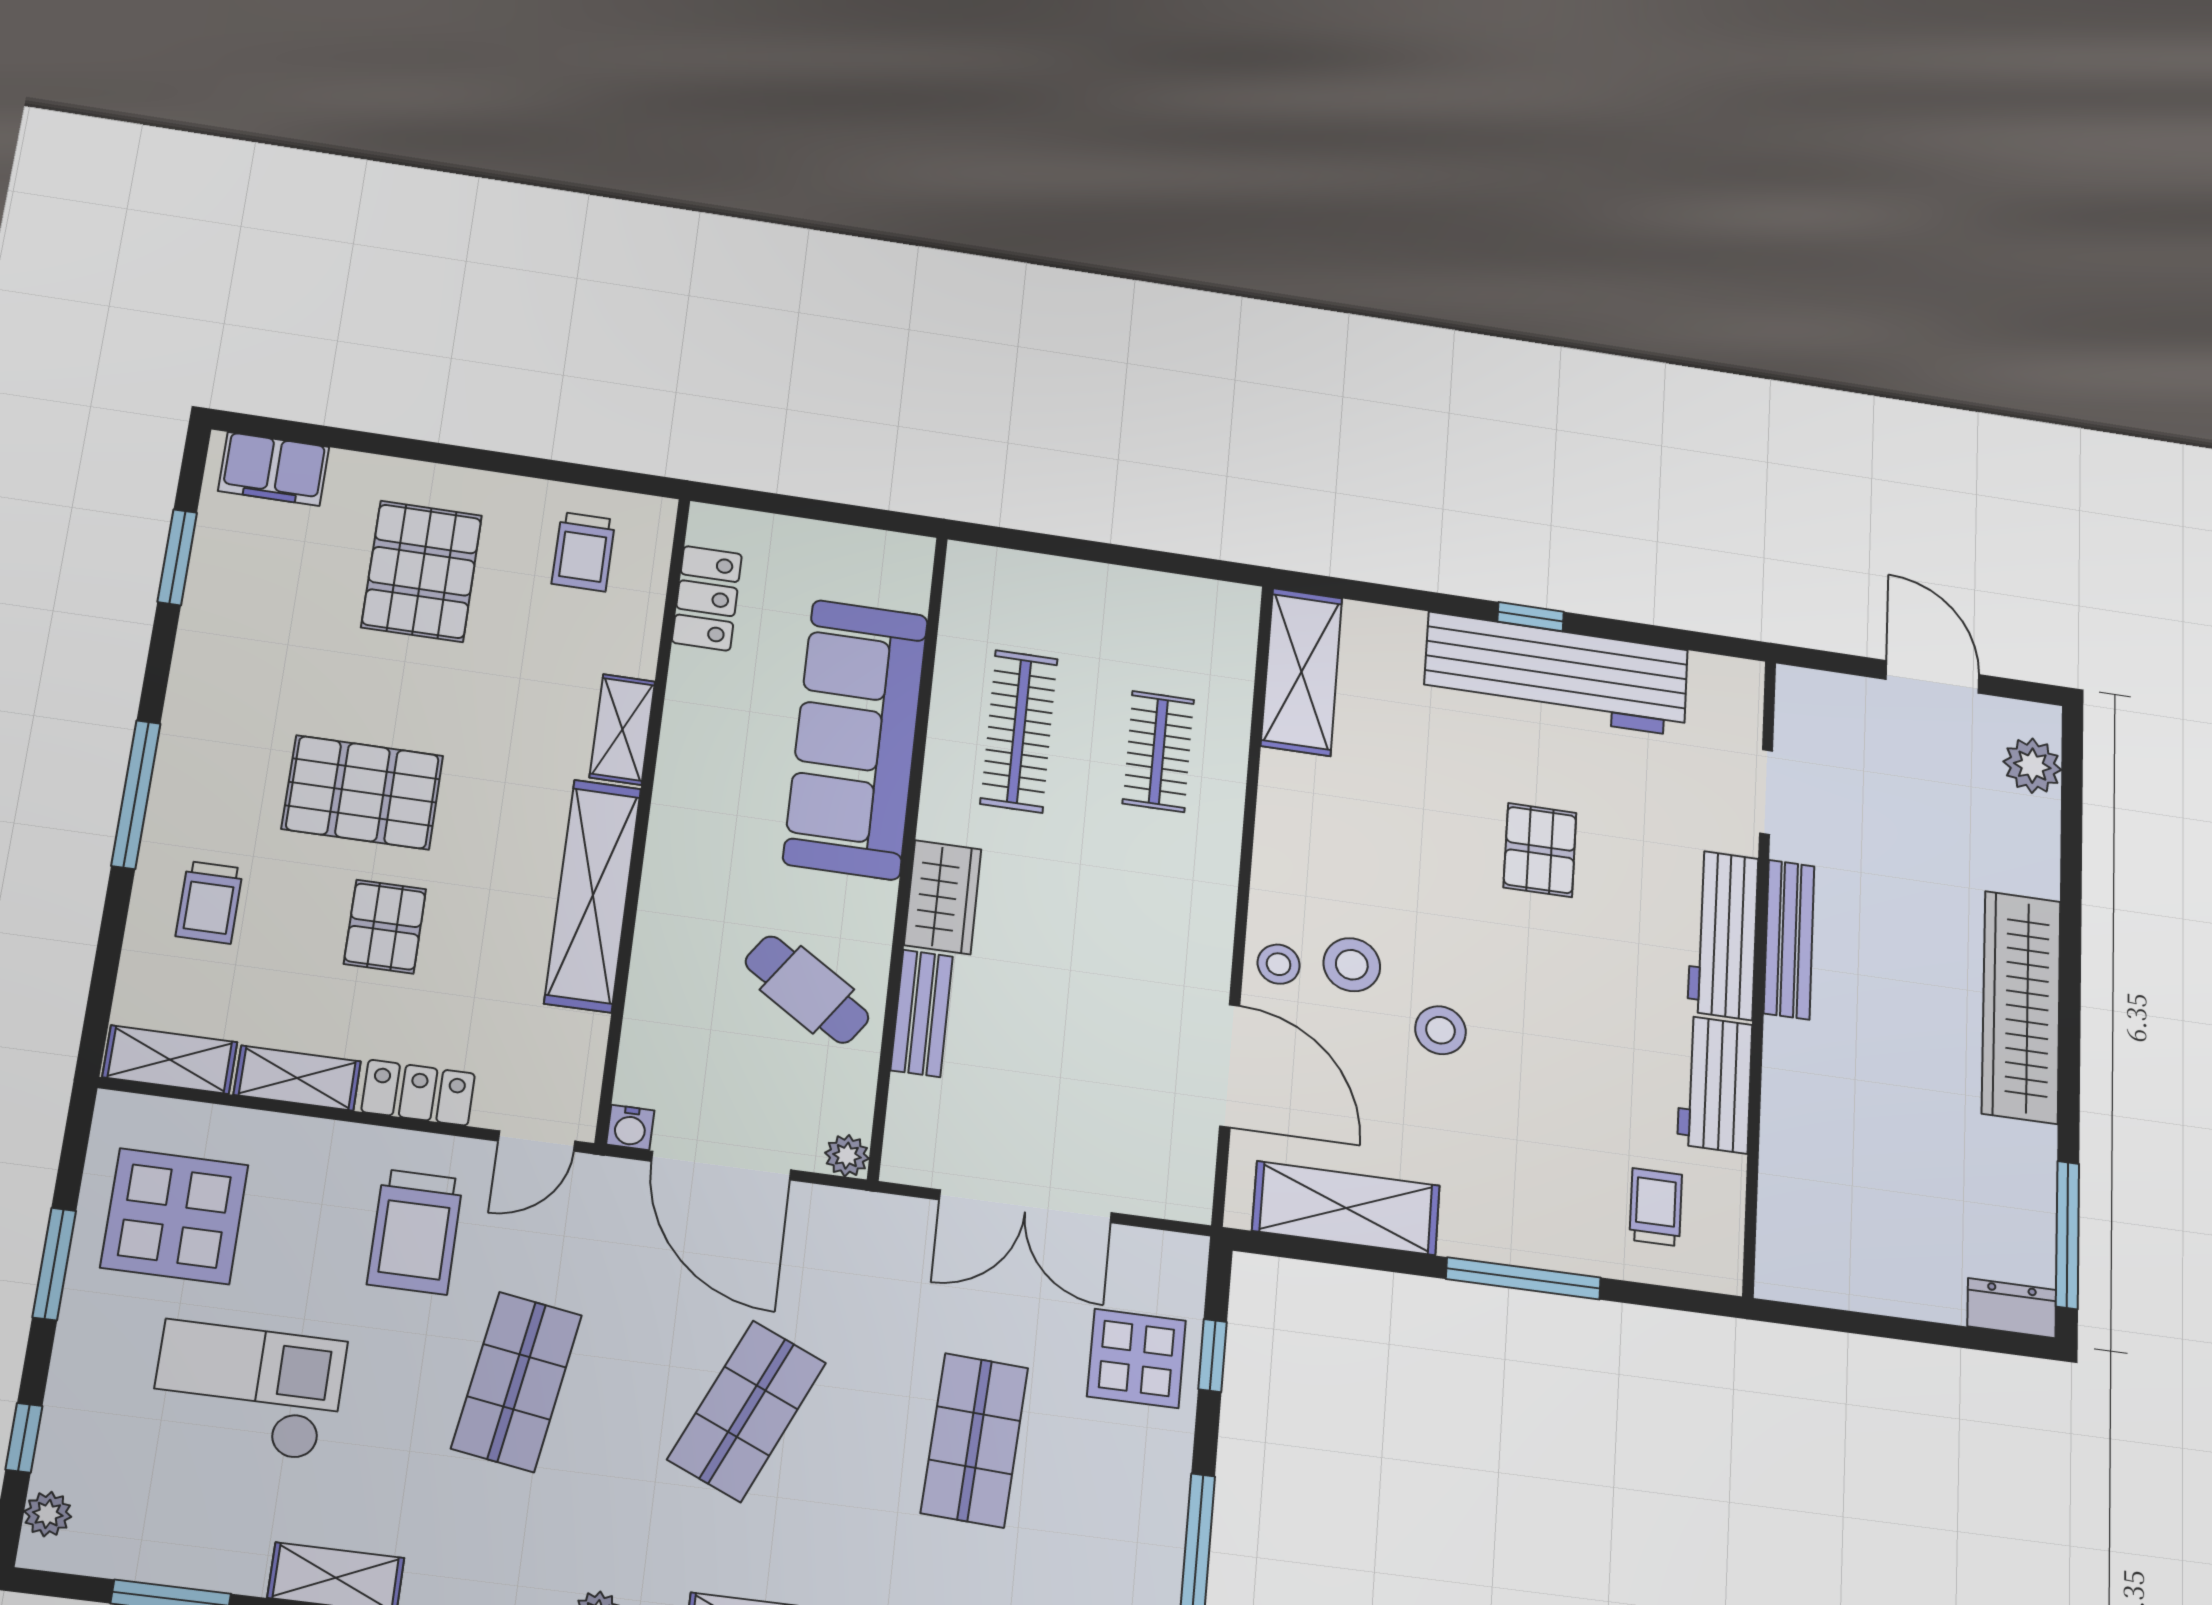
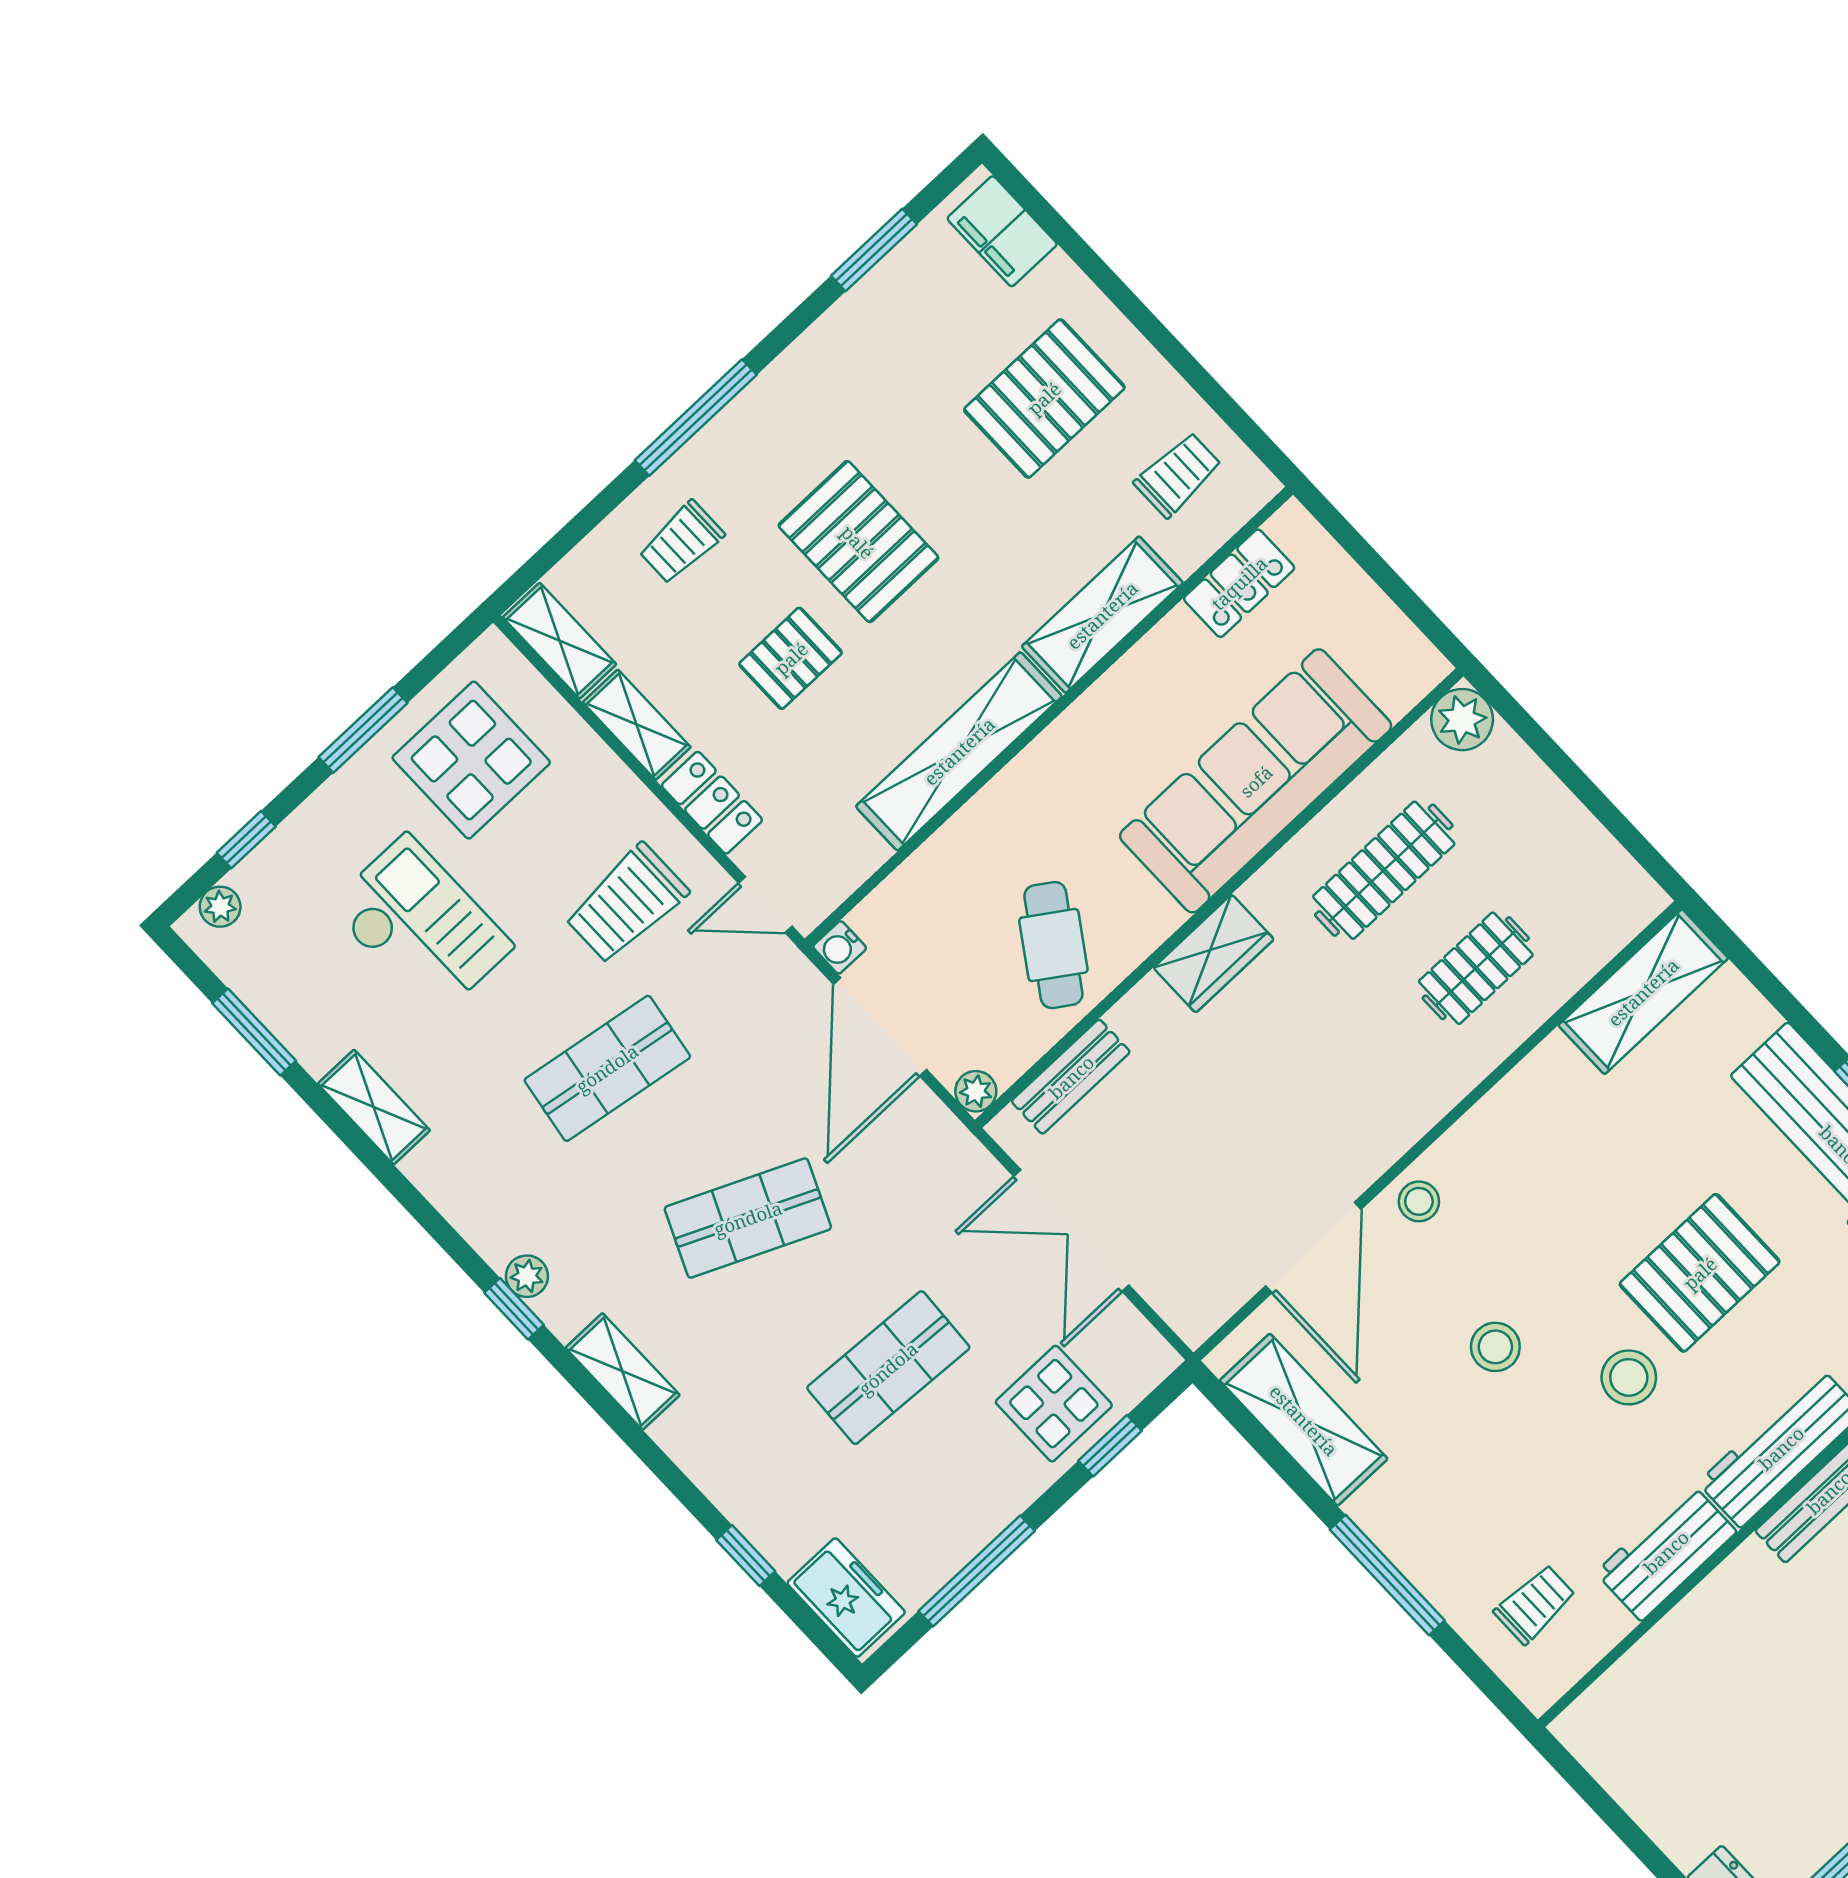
trolley: (583, 552) -> (1178, 475), turned 180
plant: (976, 573) -> (1462, 720), added
shelving: (622, 729) -> (1102, 615), width x1.50, depth x1.33
pallet: (1540, 850) -> (1700, 1273), width x1.50, depth x1.42
stool: (1352, 965) -> (1629, 1377), moved
bench: (922, 1013) -> (1071, 1077), moved

